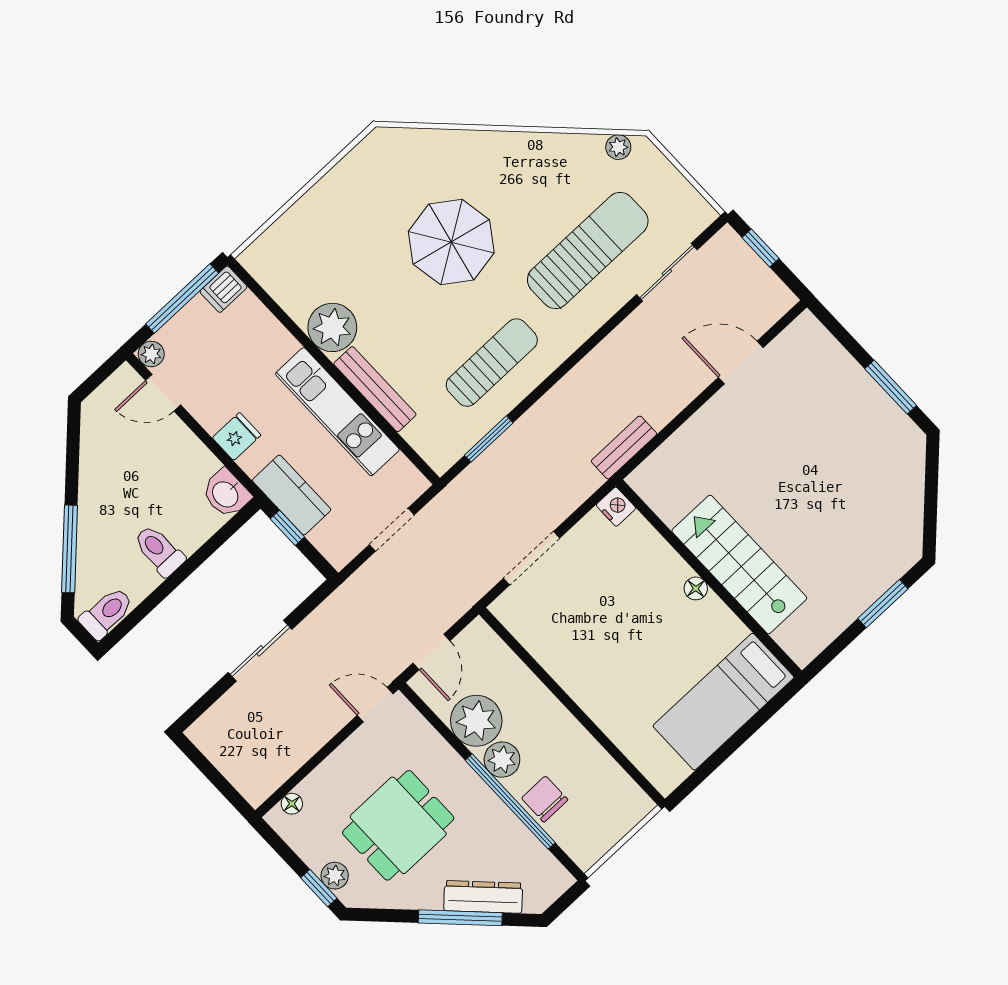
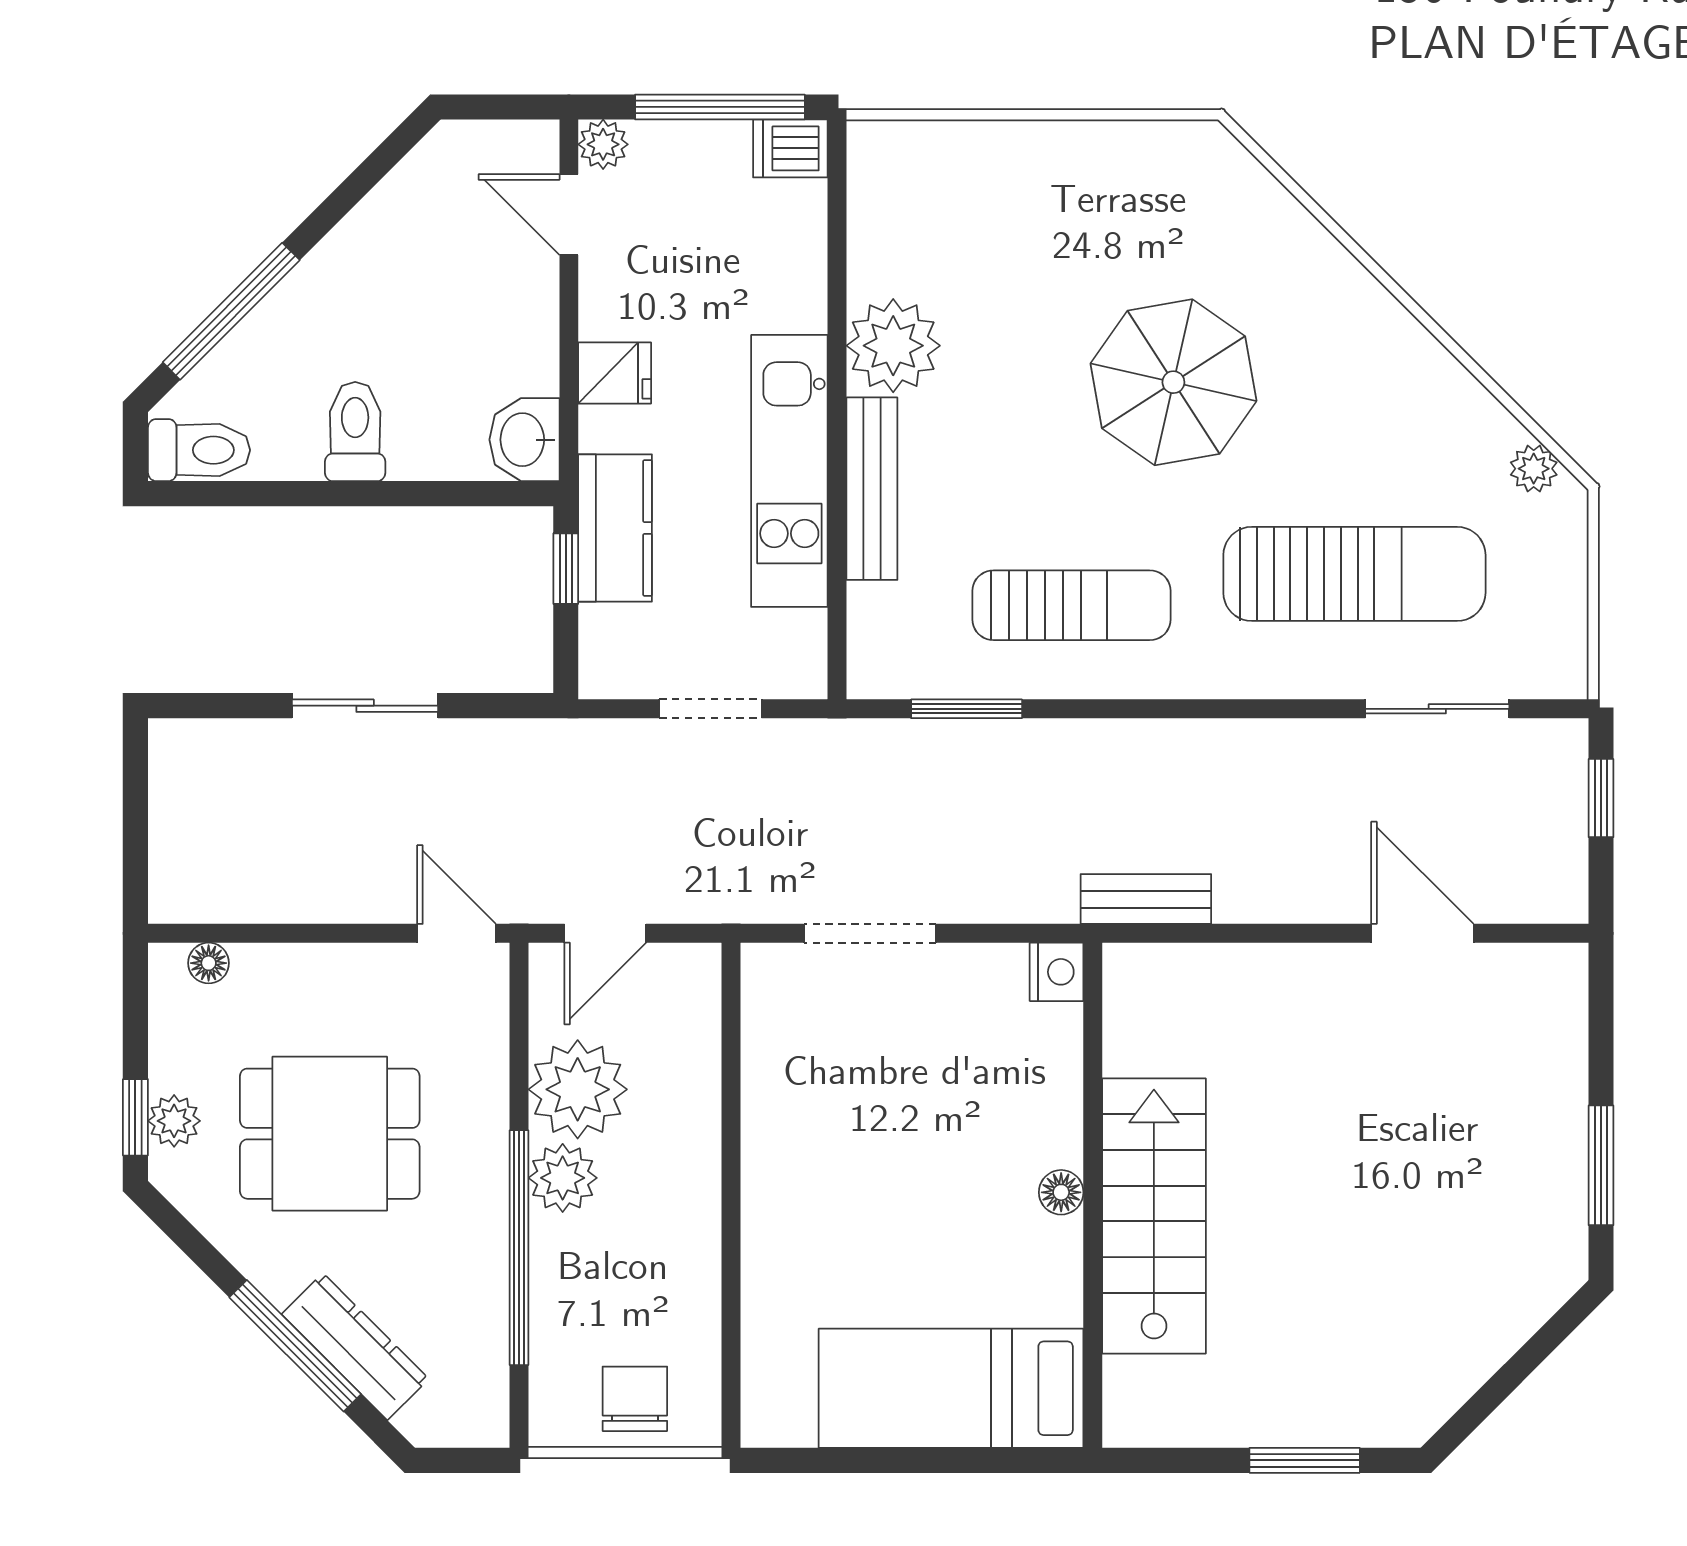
chair: (545, 799) -> (635, 1399), moved

